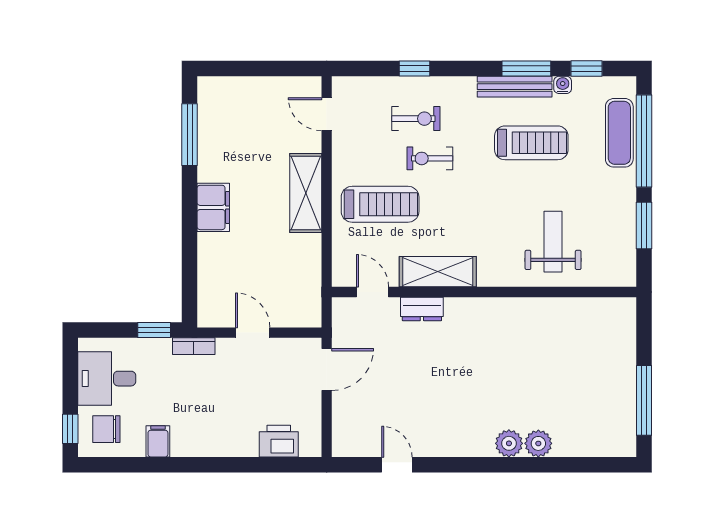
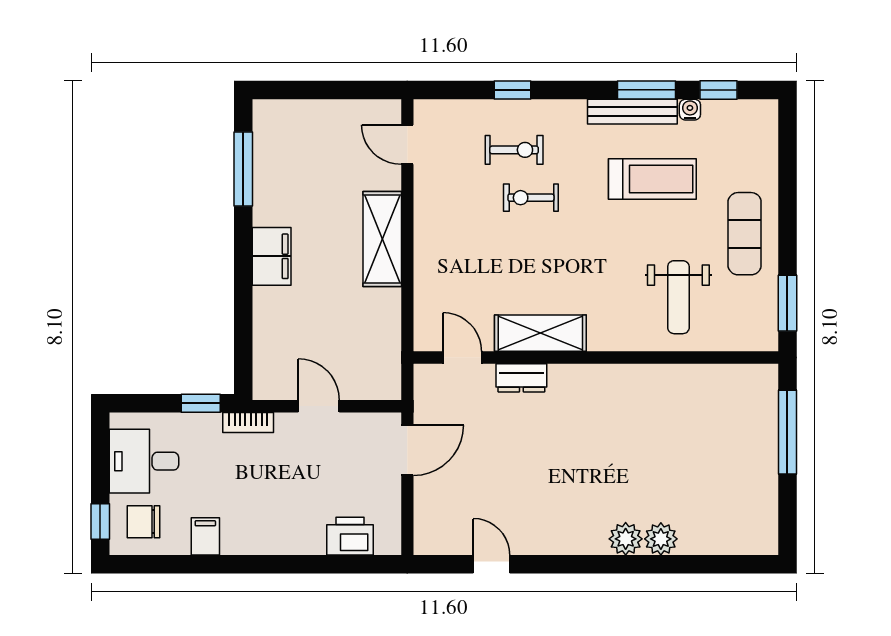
exercise mat: (619, 133) -> (745, 234), moved
window: (644, 141) -> (787, 177), removed
treadmill: (380, 204) -> (471, 252), removed
window: (644, 225) -> (787, 303), moved
weight bench: (553, 242) -> (678, 297), turned 180
window: (644, 400) -> (787, 432), moved

